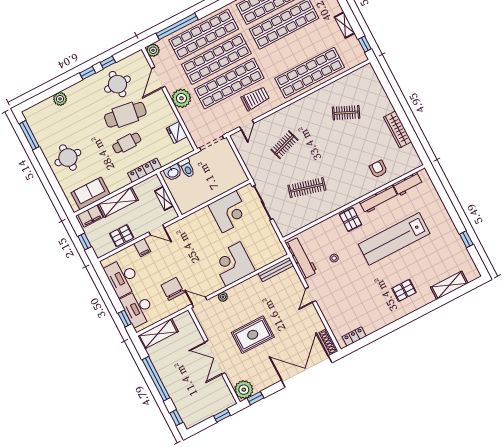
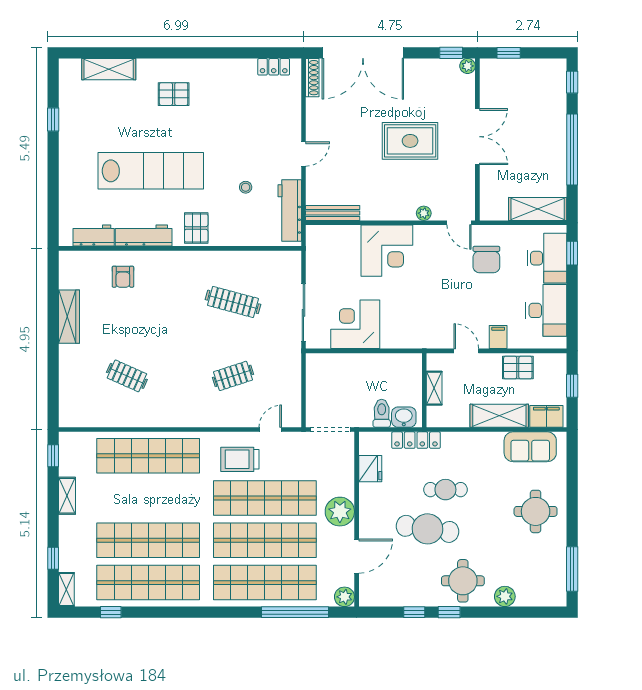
round table: (117, 84) -> (463, 581), moved
locker: (145, 170) -> (416, 440), moved
plant: (244, 390) -> (468, 66), width x0.53, depth x0.53

